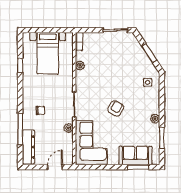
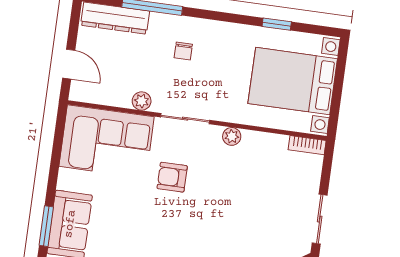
bed with nightstands: (48, 53) -> (293, 81), width x1.36
plant: (80, 65) -> (232, 136), moved
armchair: (116, 108) -> (172, 177), moved, turned 149

